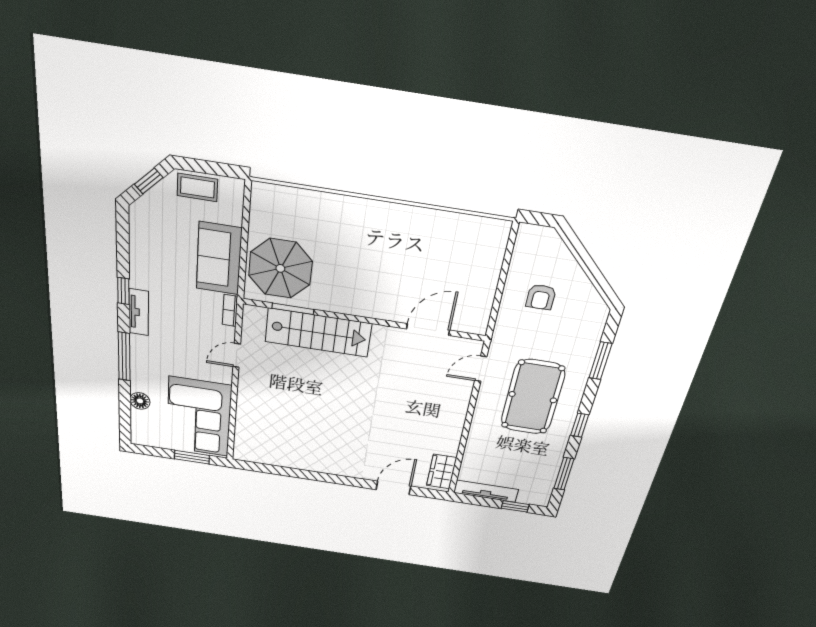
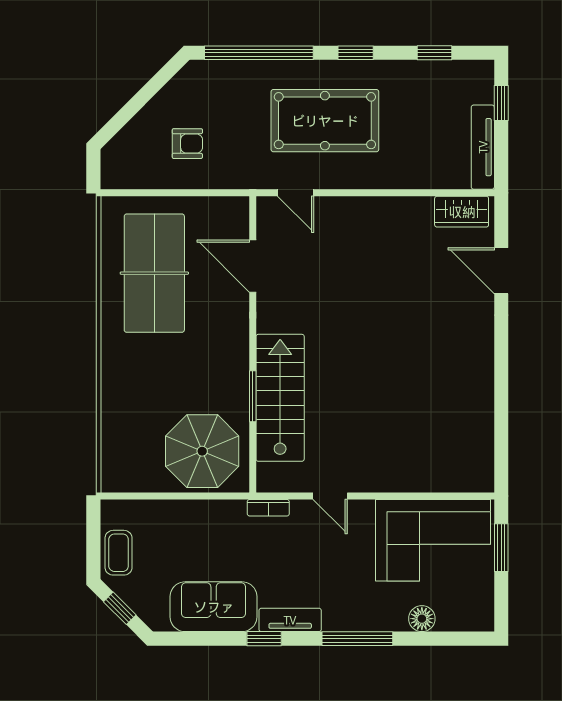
table tennis table: (437, 254) -> (154, 273), added
sofa: (219, 259) -> (214, 607), moved, turned 180
window: (293, 309) -> (253, 396), moved
window: (600, 361) -> (259, 53), width x2.11
window: (564, 474) -> (435, 53), width x0.67

